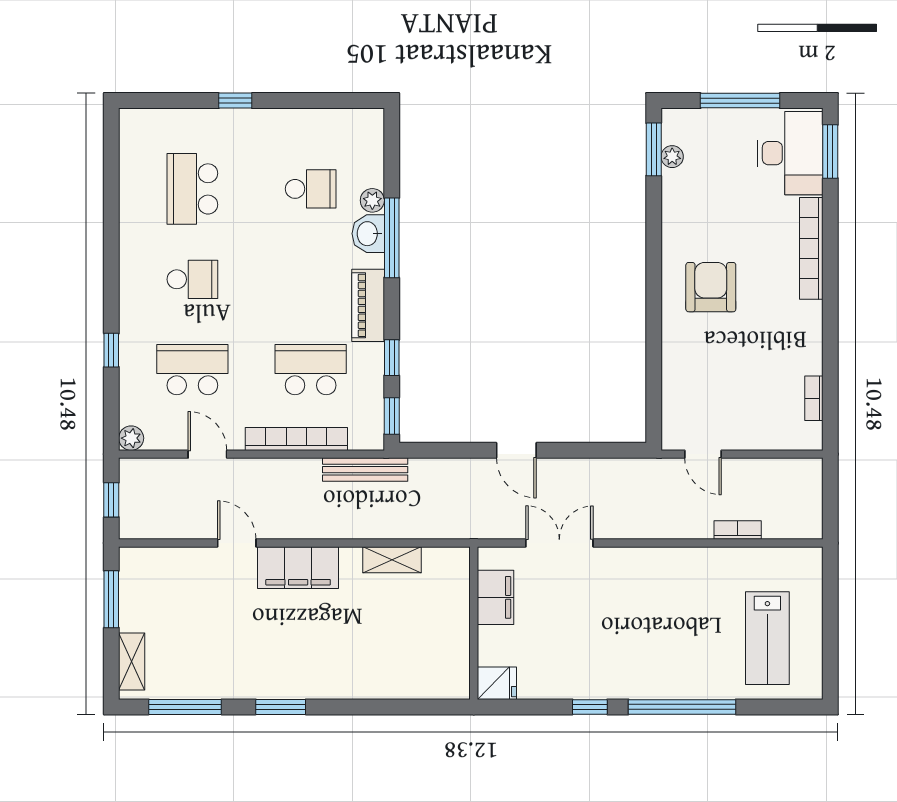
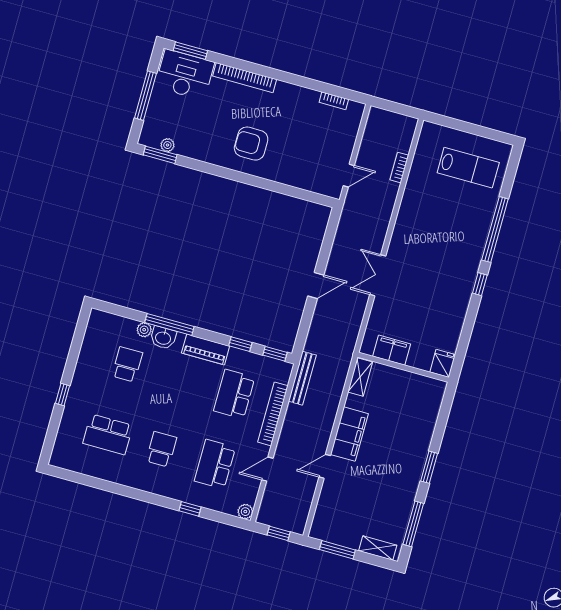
filing cabinet: (495, 597) -> (392, 350), moved
wall: (474, 623) -> (403, 367), moved
fridge: (497, 683) -> (443, 363), moved

